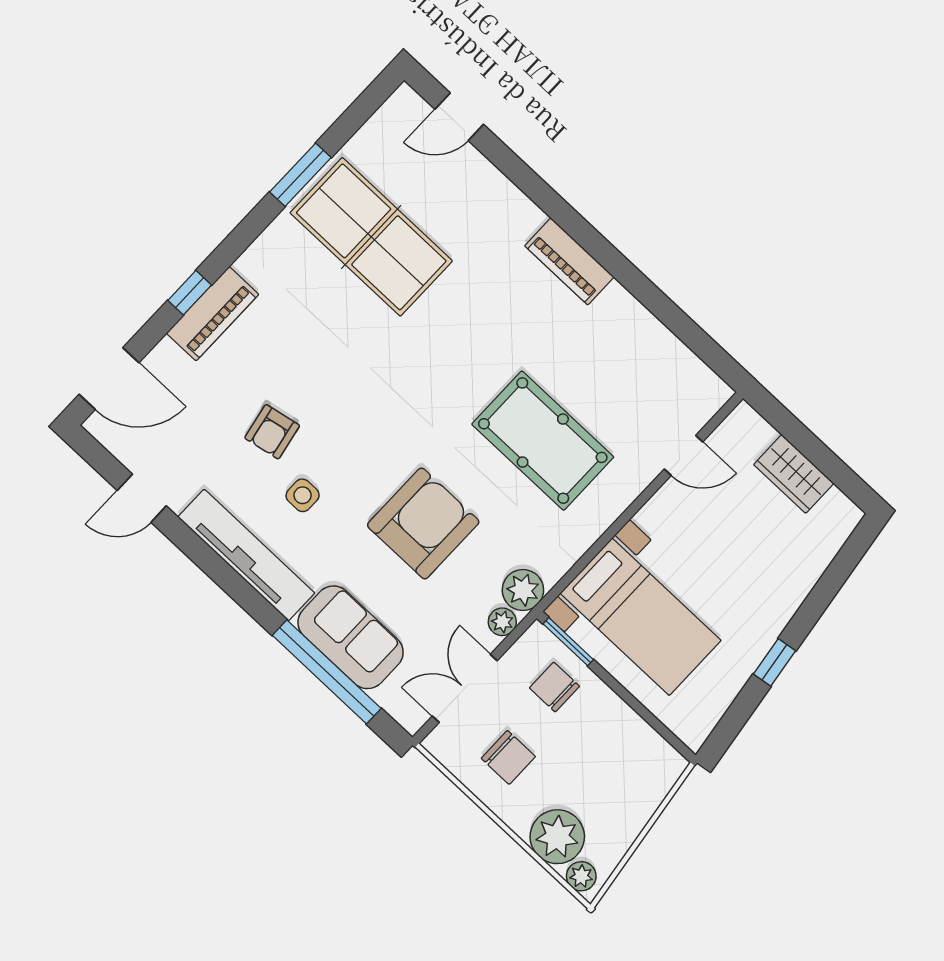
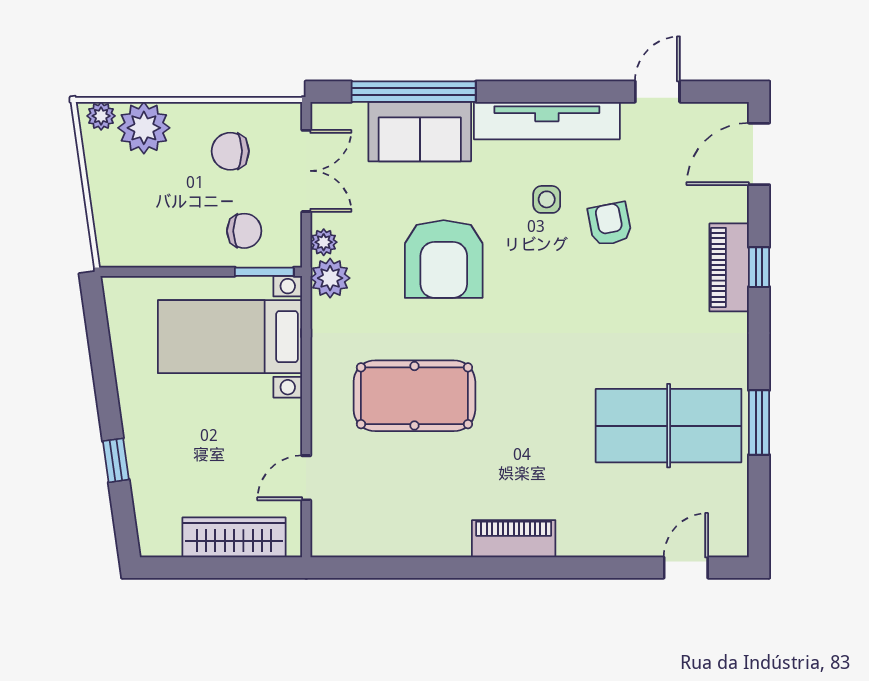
wardrobe: (794, 474) -> (234, 537), width x1.50
window: (774, 662) -> (116, 460), moved

